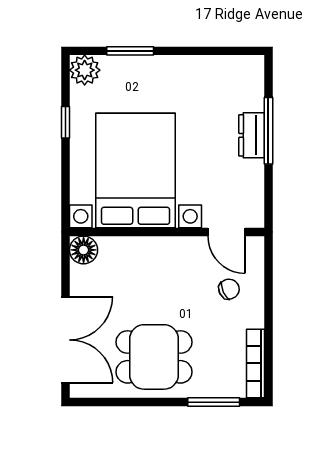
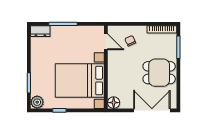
dresser: (252, 135) -> (40, 31), moved
door: (227, 232) -> (106, 42), hinge flipped
dining table: (154, 357) -> (159, 73), turned 90

